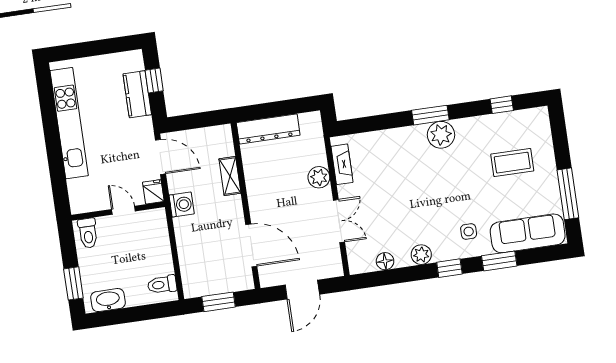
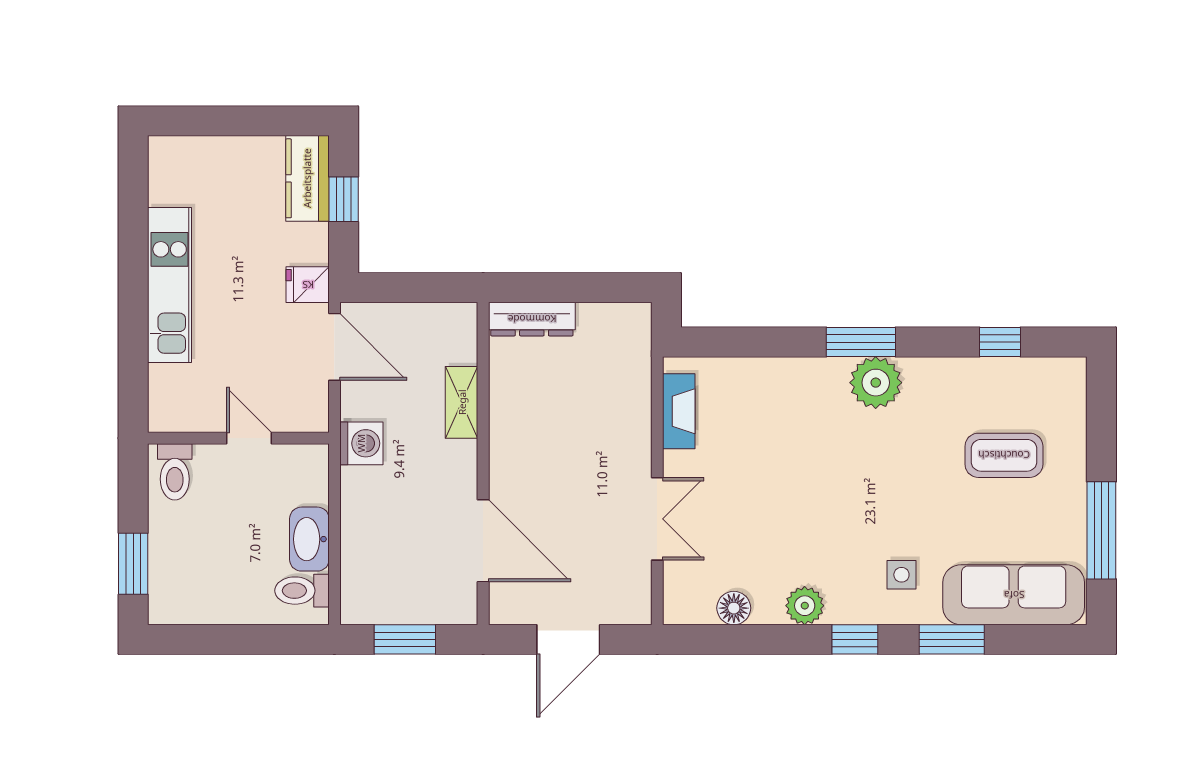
kitchen counter: (137, 94) -> (307, 178), moved
kitchen unit: (69, 123) -> (170, 285), width x0.73
dresser: (268, 129) -> (532, 319), width x0.73, depth x0.80
plant: (319, 177) -> (631, 430), removed
fridge: (153, 192) -> (308, 285), moved, turned -90
washbasin: (108, 300) -> (309, 539), moved, turned -90

